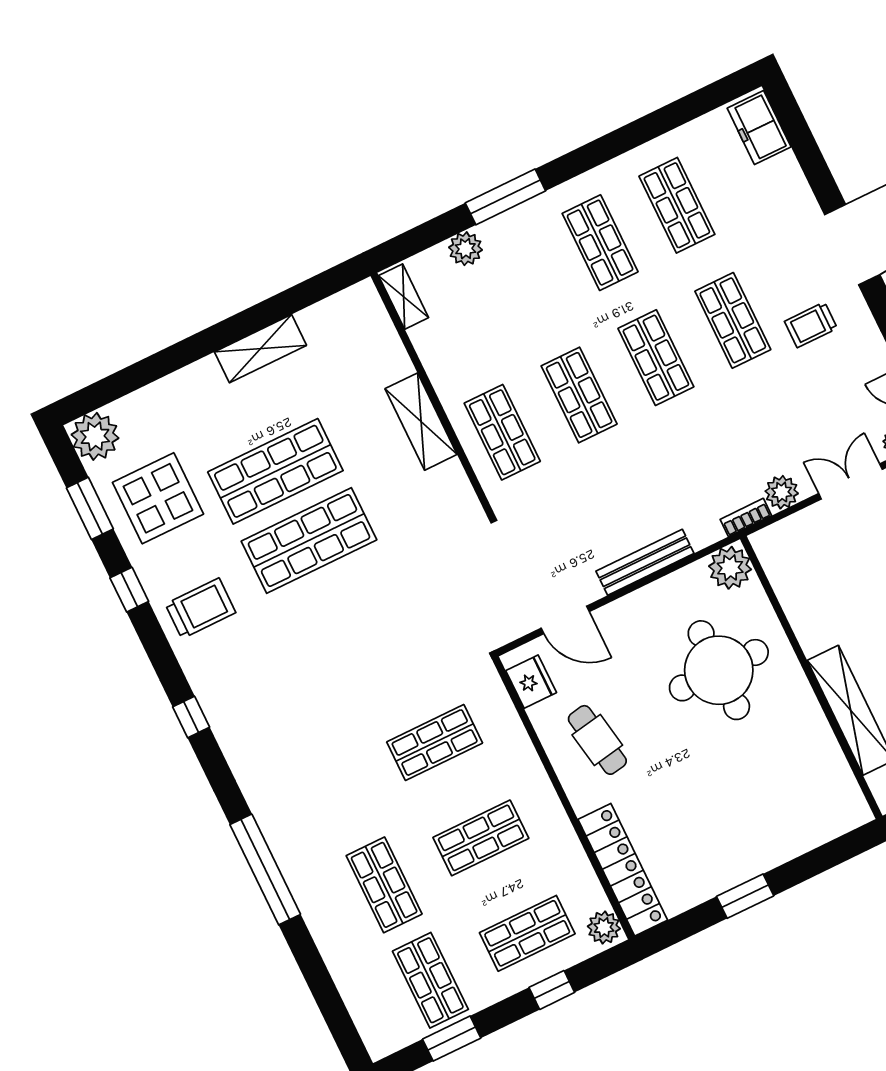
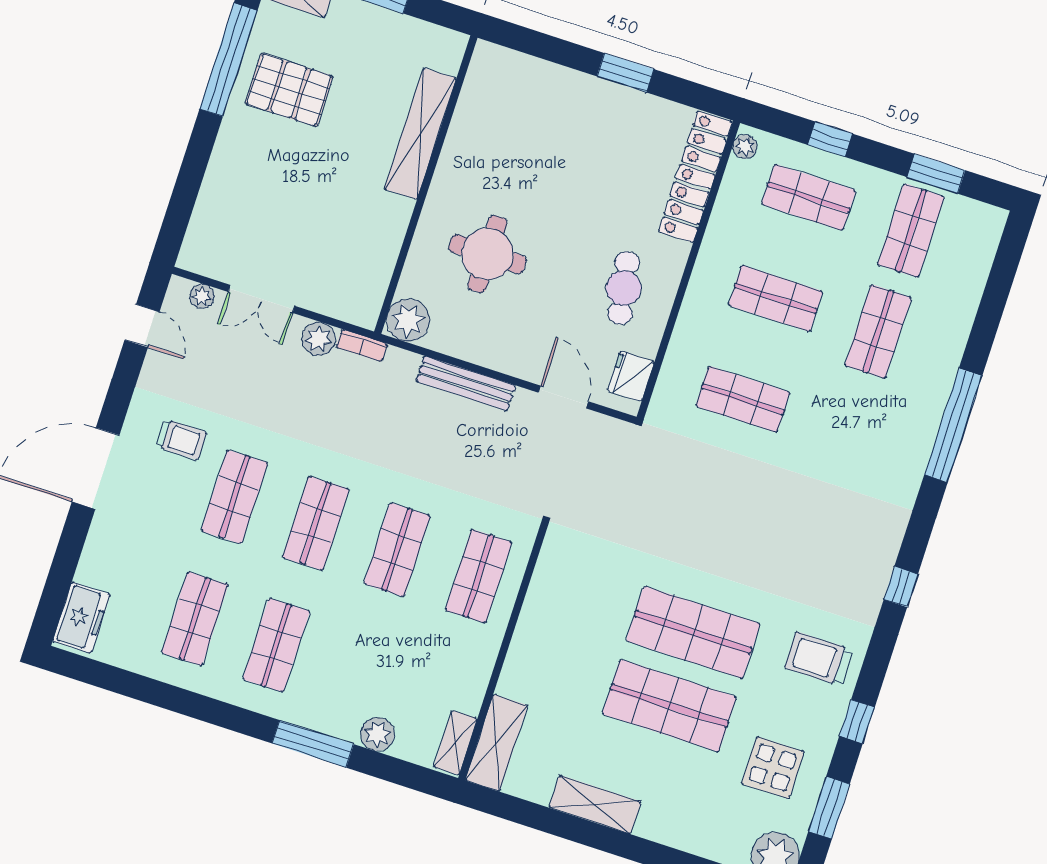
shelving: (421, 422) -> (496, 743), moved
display table: (158, 498) -> (773, 768), width x0.73, depth x0.73
round table: (719, 670) -> (487, 254), width x0.73, depth x0.73
plant: (604, 927) -> (745, 147), width x0.73, depth x0.73

